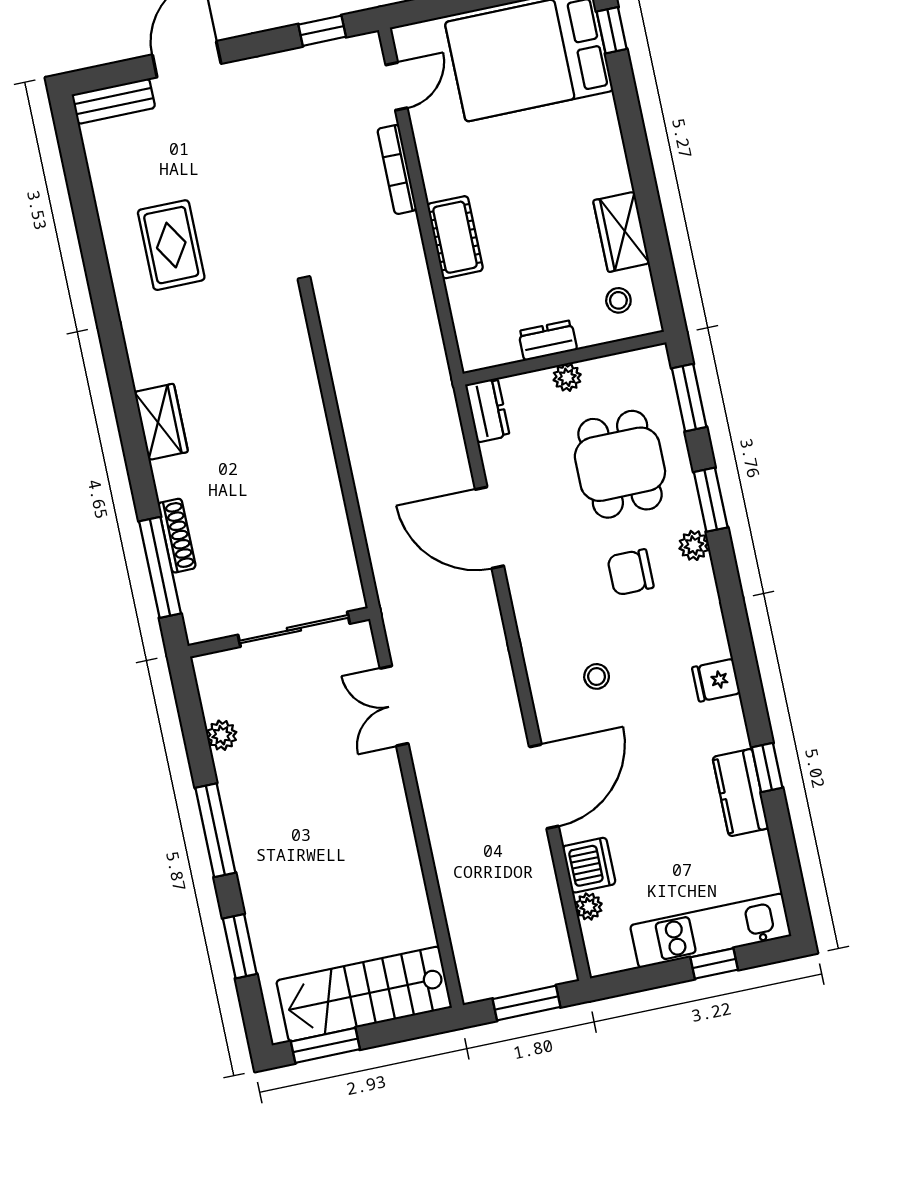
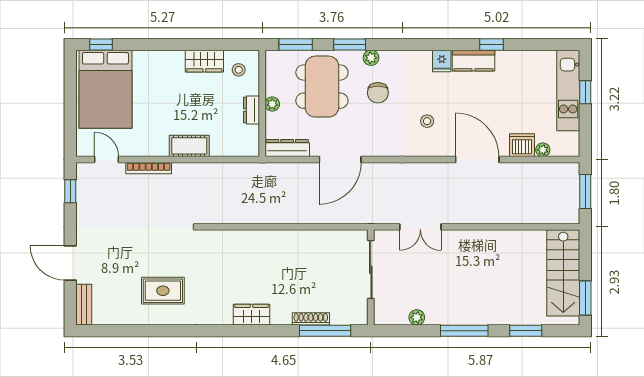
dresser: (487, 410) -> (287, 148), width x1.44
dining table: (620, 464) -> (322, 87), width x1.38
kitchen counter: (741, 793) -> (473, 61), moved

